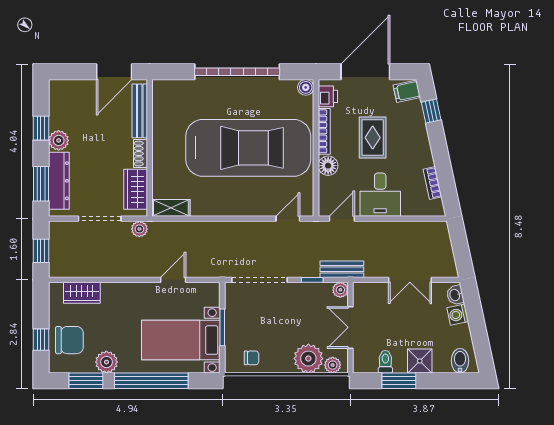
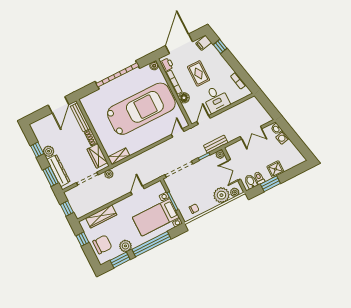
wardrobe: (82, 293) -> (101, 216), width x1.50
window: (41, 340) -> (82, 239), moved
bidet: (460, 361) -> (251, 182), moved

